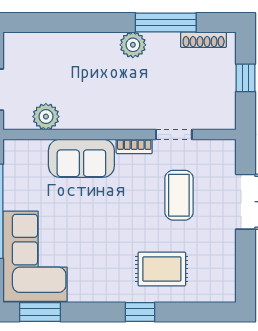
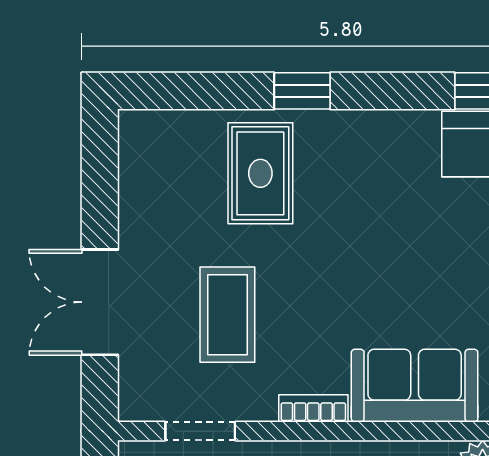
doorway: (174, 135) -> (200, 431), moved
rug: (162, 269) -> (260, 173), turned 90

